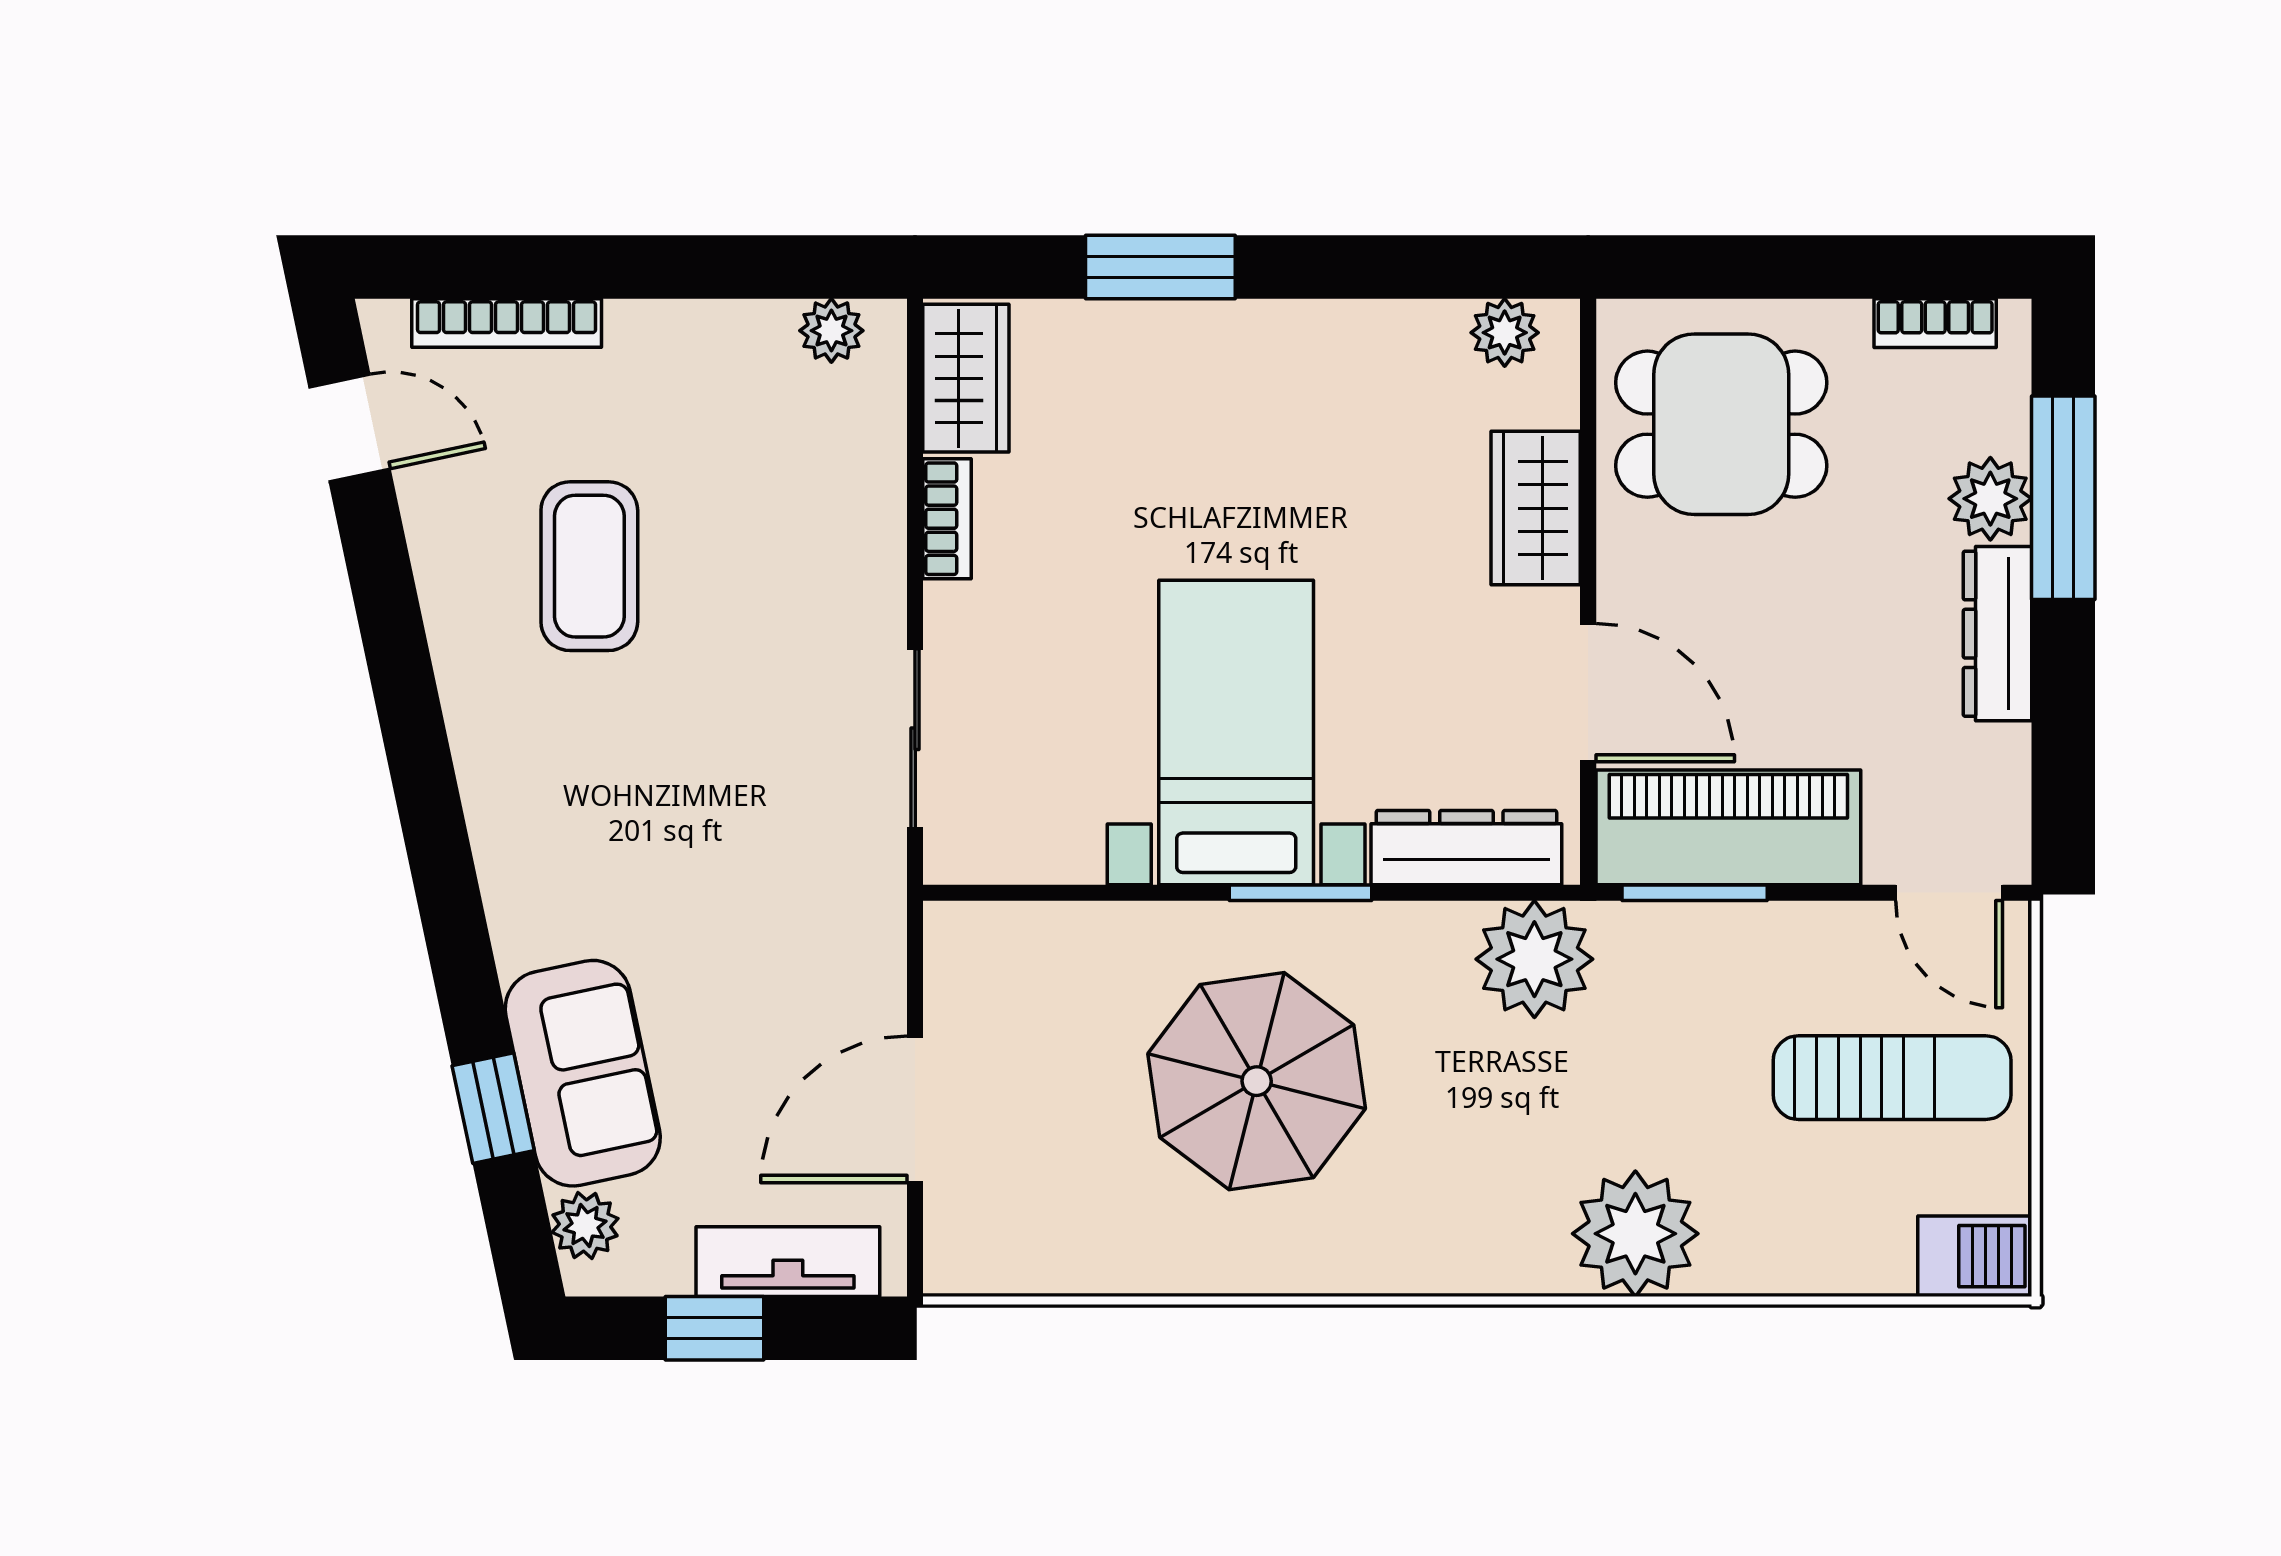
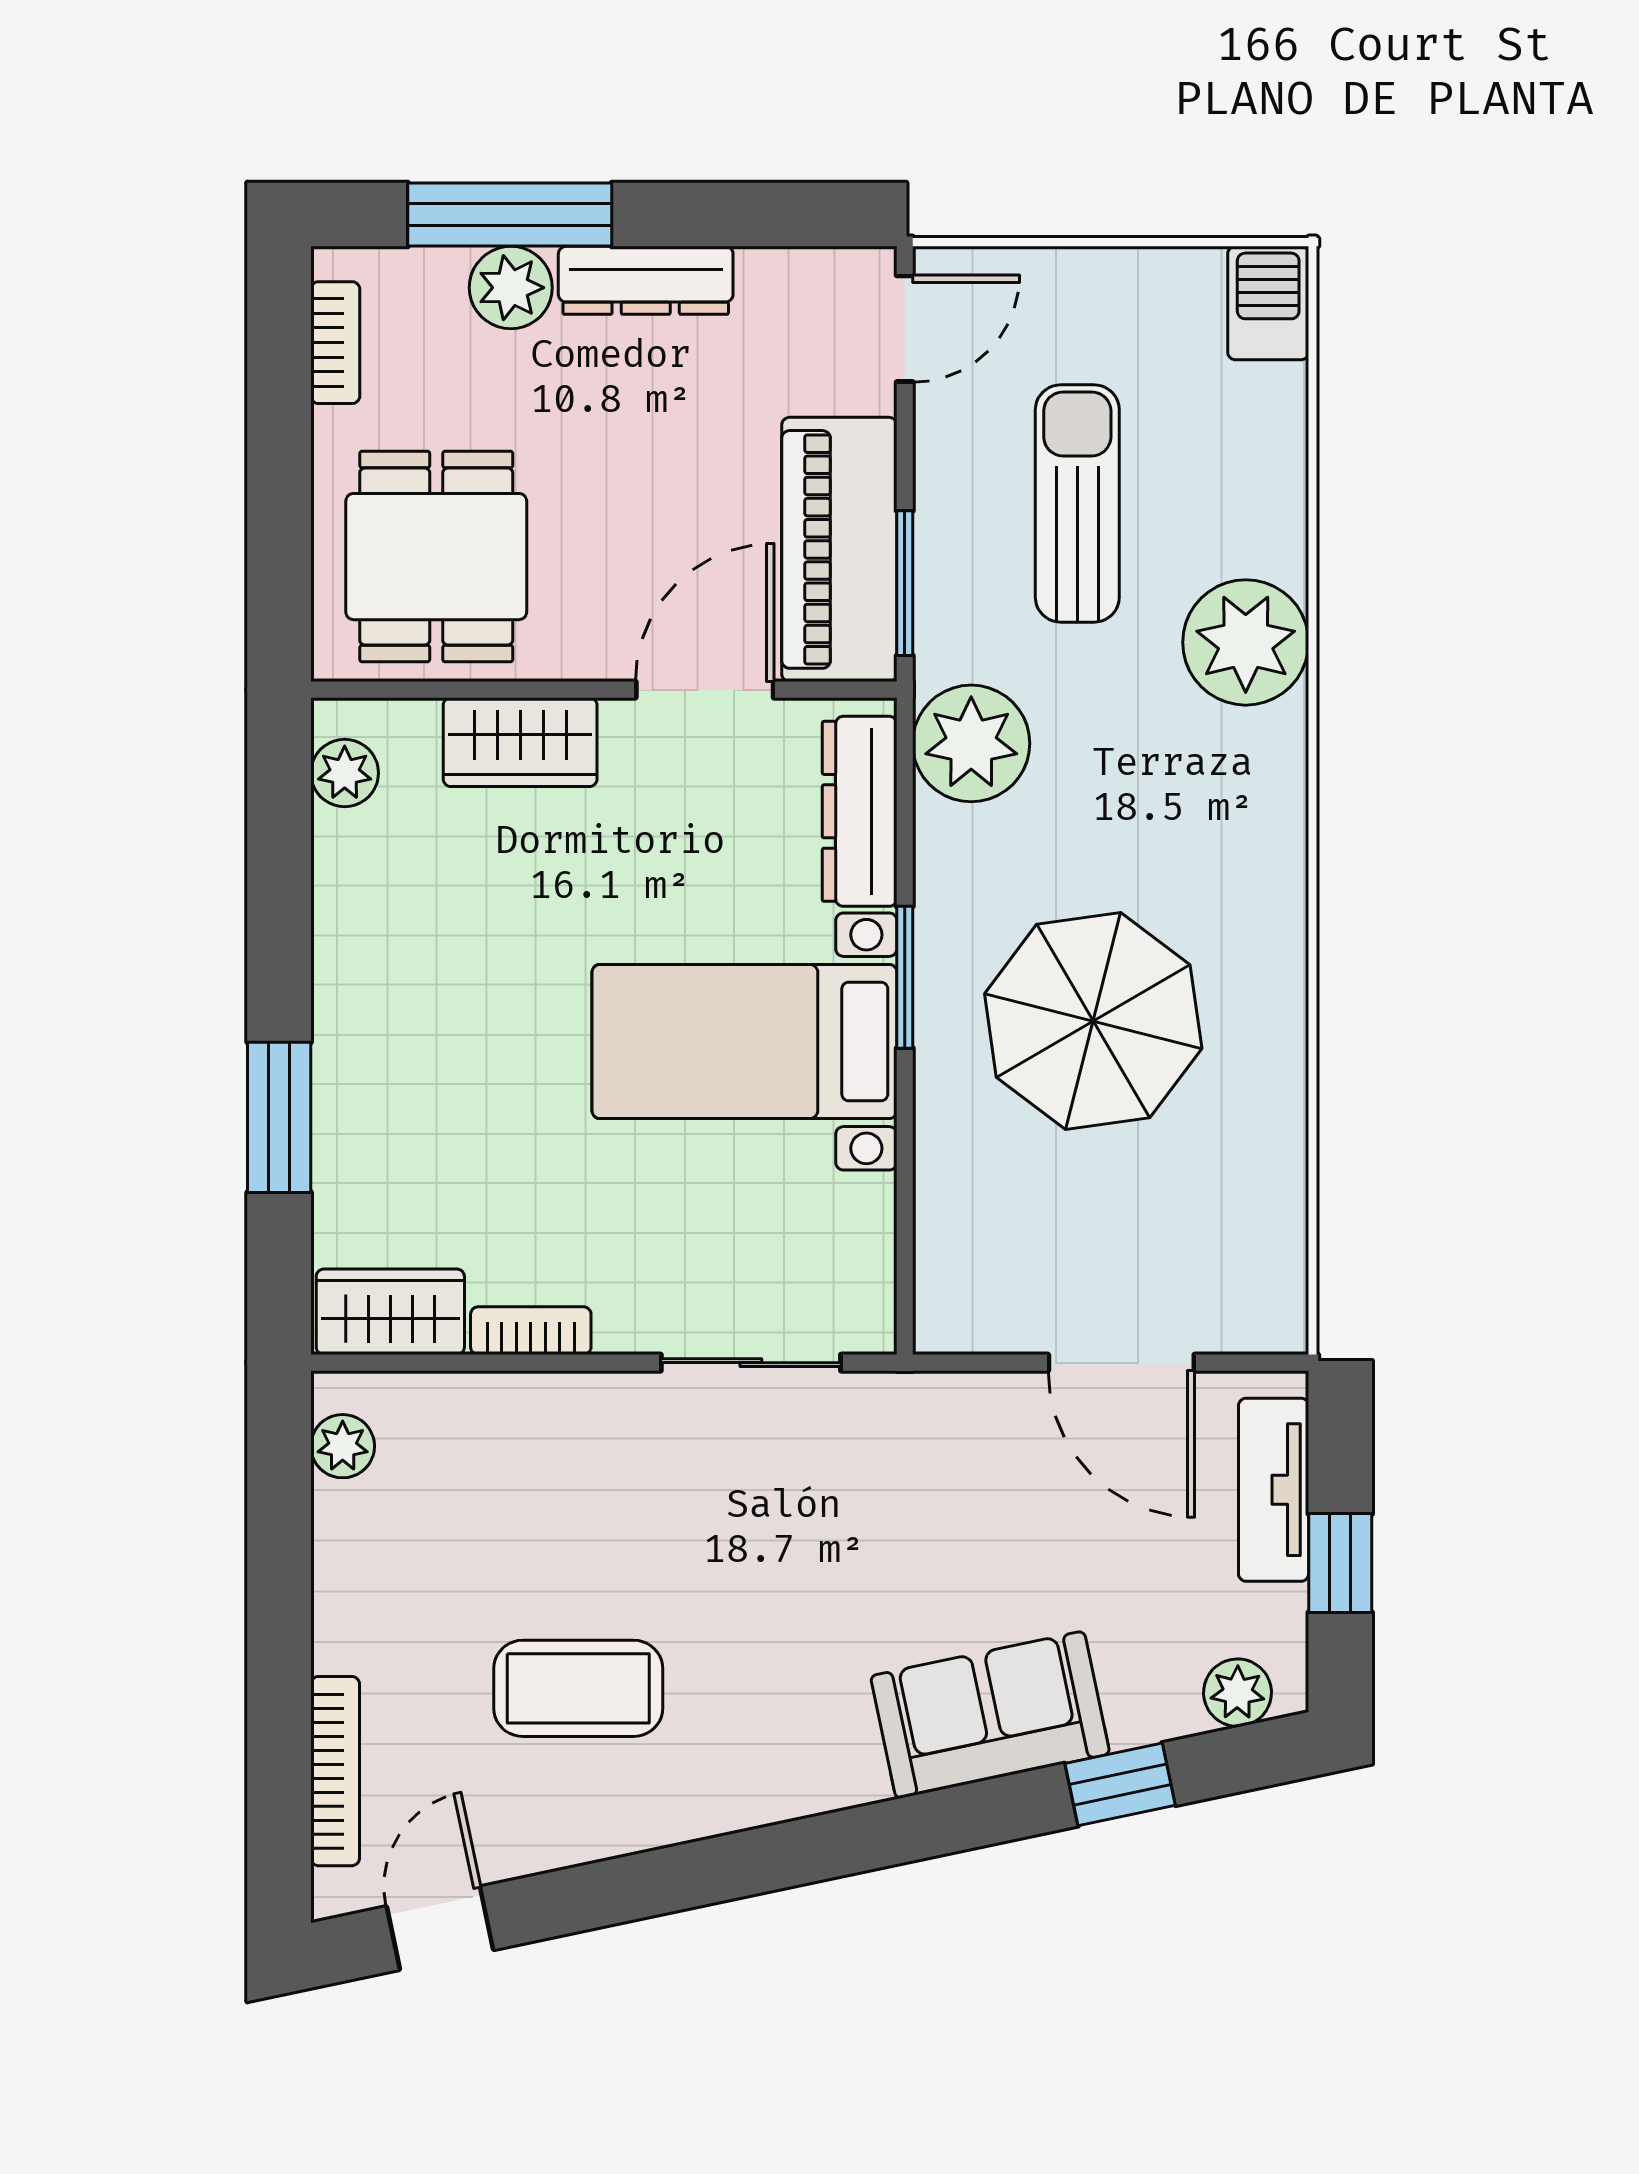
sofa: (583, 1073) -> (990, 1715), moved
sun lounger: (1892, 1078) -> (1077, 504), moved

